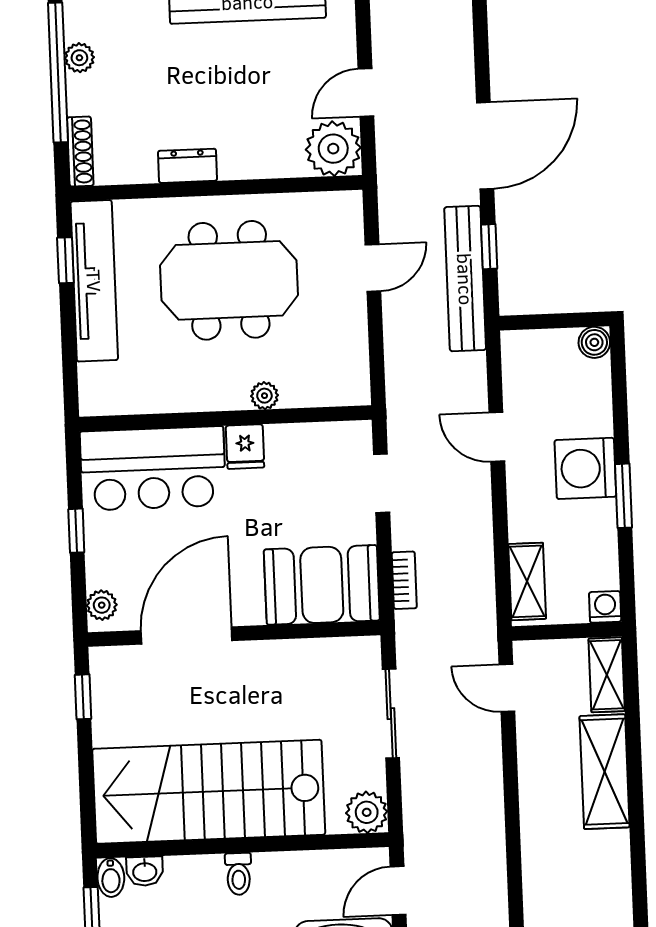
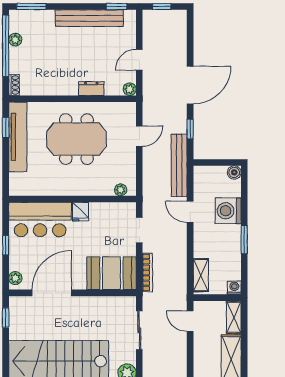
plant: (333, 149) -> (130, 89), width x0.53, depth x0.53
shoe rack: (80, 152) -> (14, 85), width x0.70
dresser: (187, 166) -> (91, 89), moved
bench: (465, 279) -> (179, 165), moved
plant: (264, 396) -> (121, 190), moved
washing machine: (585, 468) -> (228, 211), moved
bookcase: (404, 580) -> (147, 273), width x1.56

